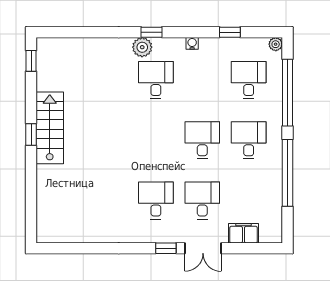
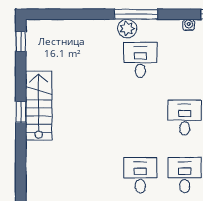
window: (152, 32) -> (136, 14), width x2.17
water cooler: (192, 43) -> (189, 25), moved

